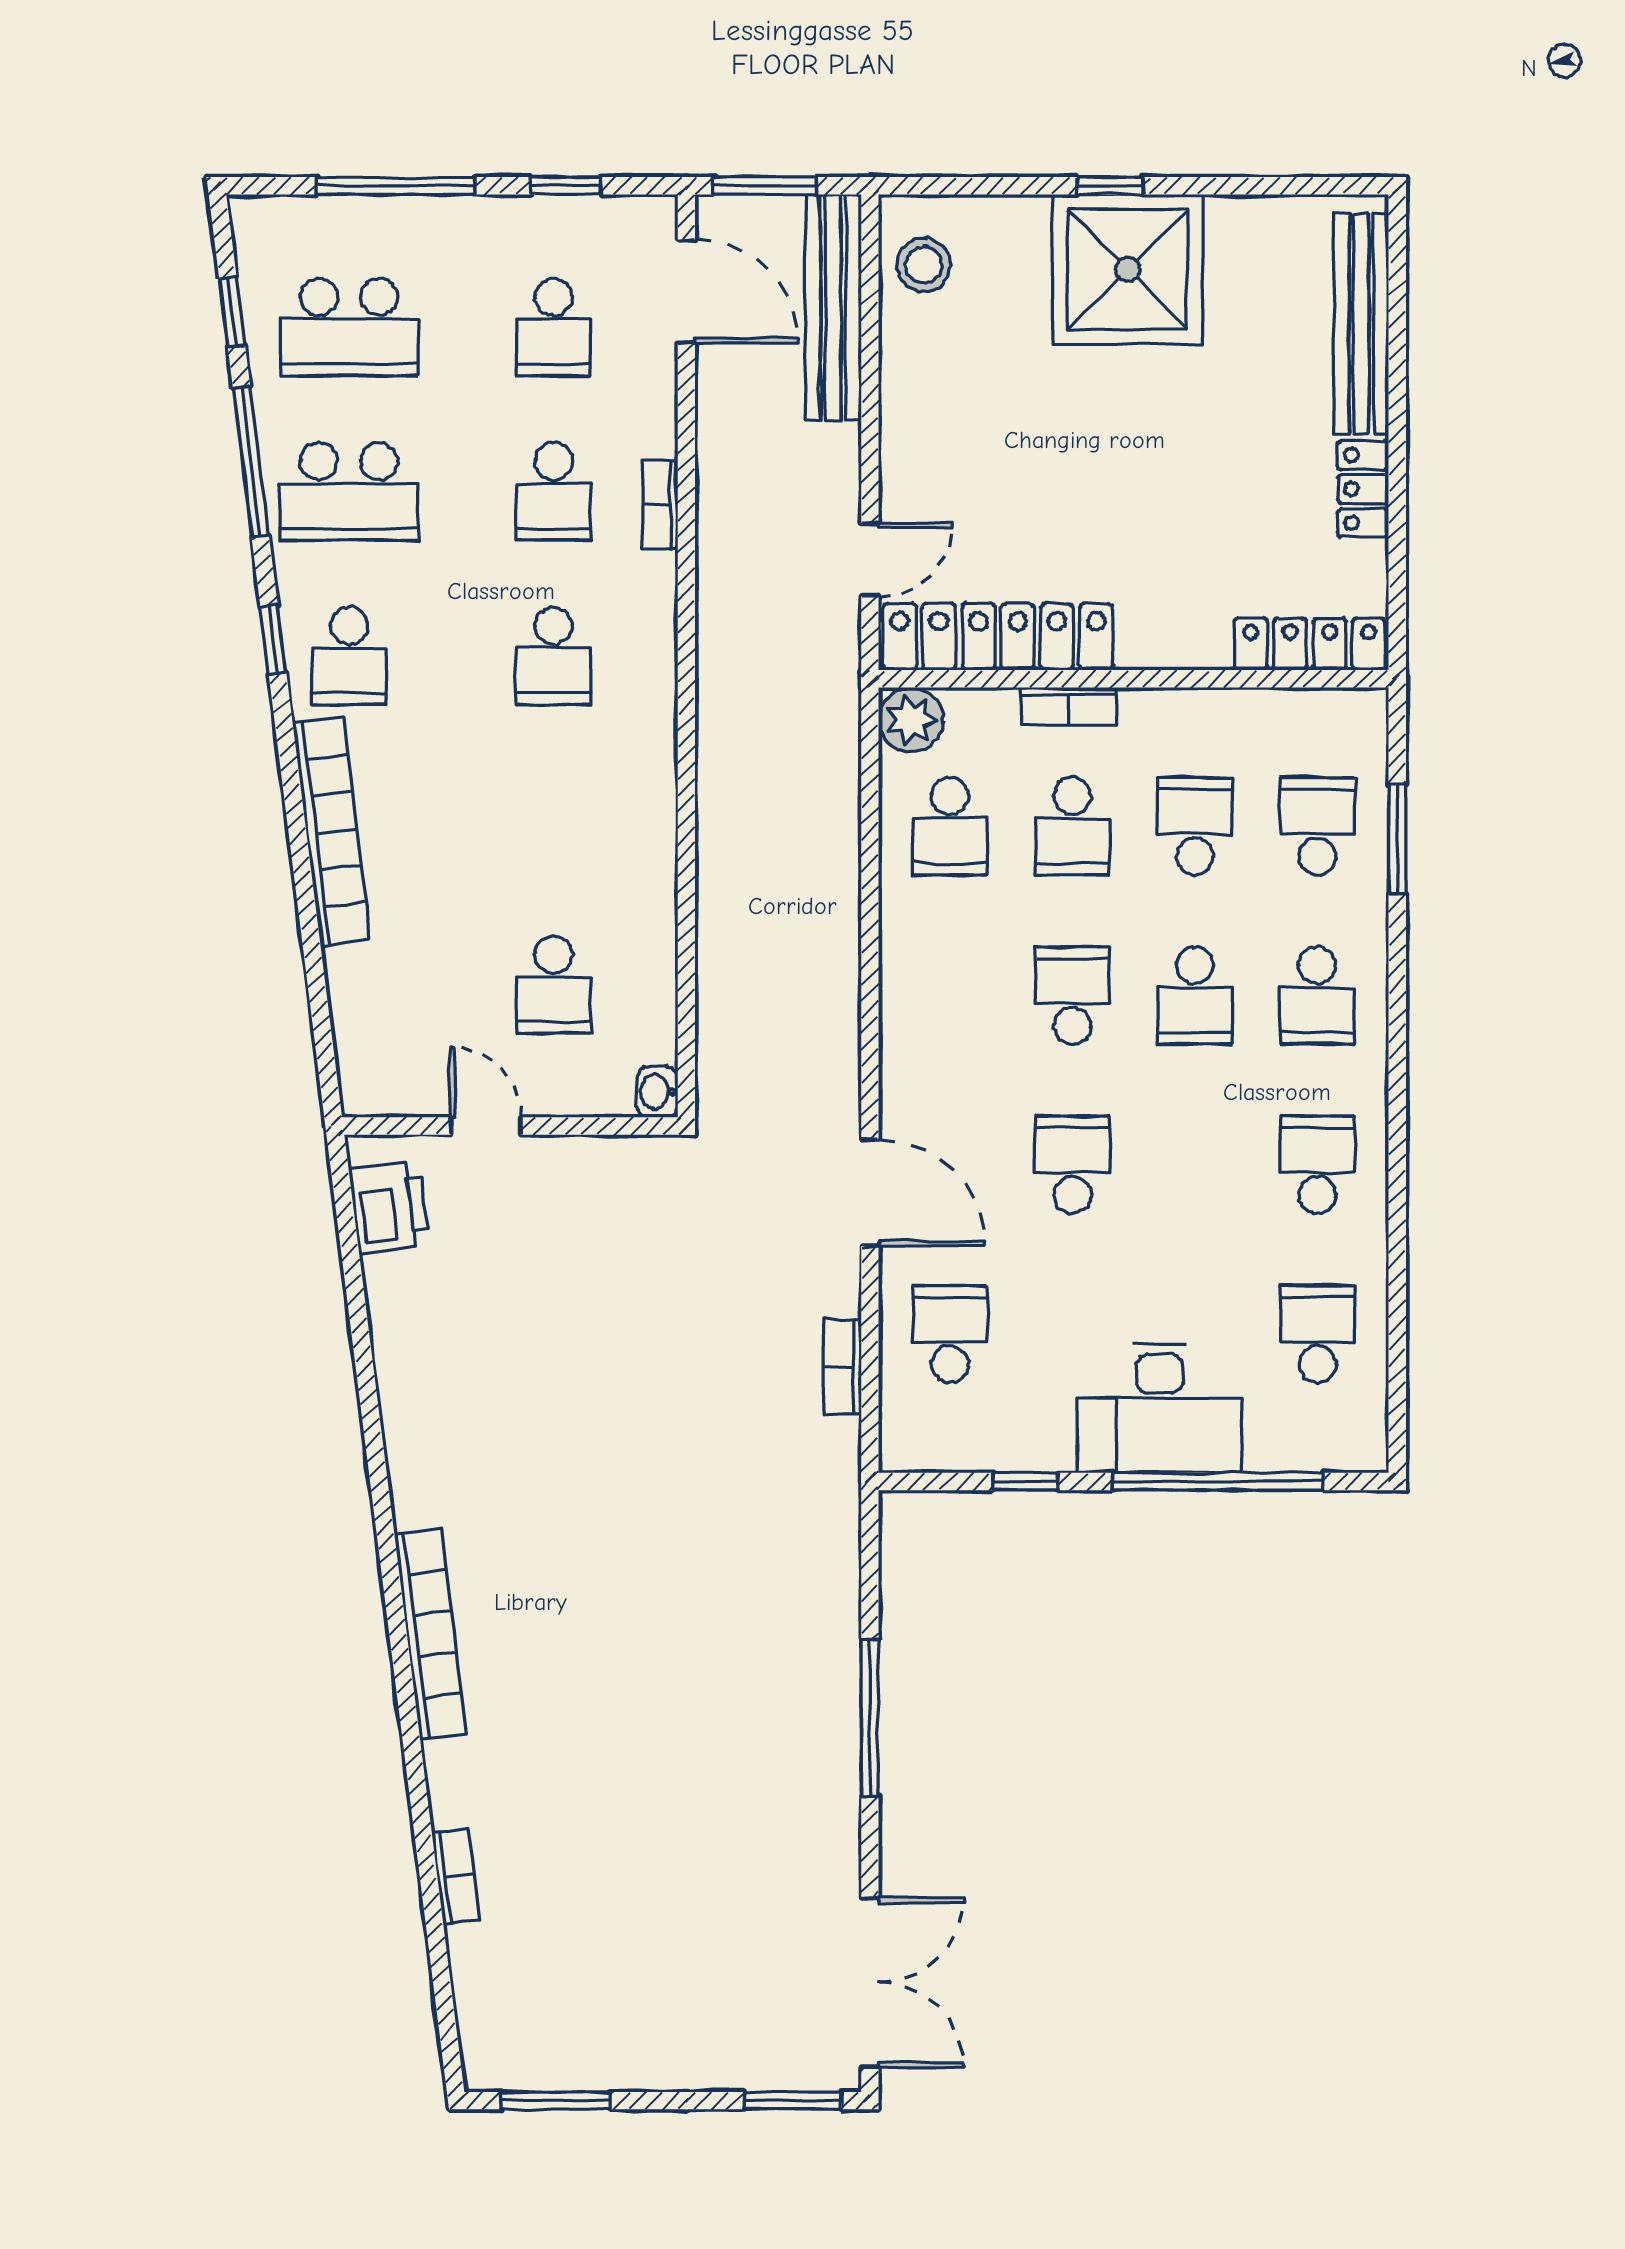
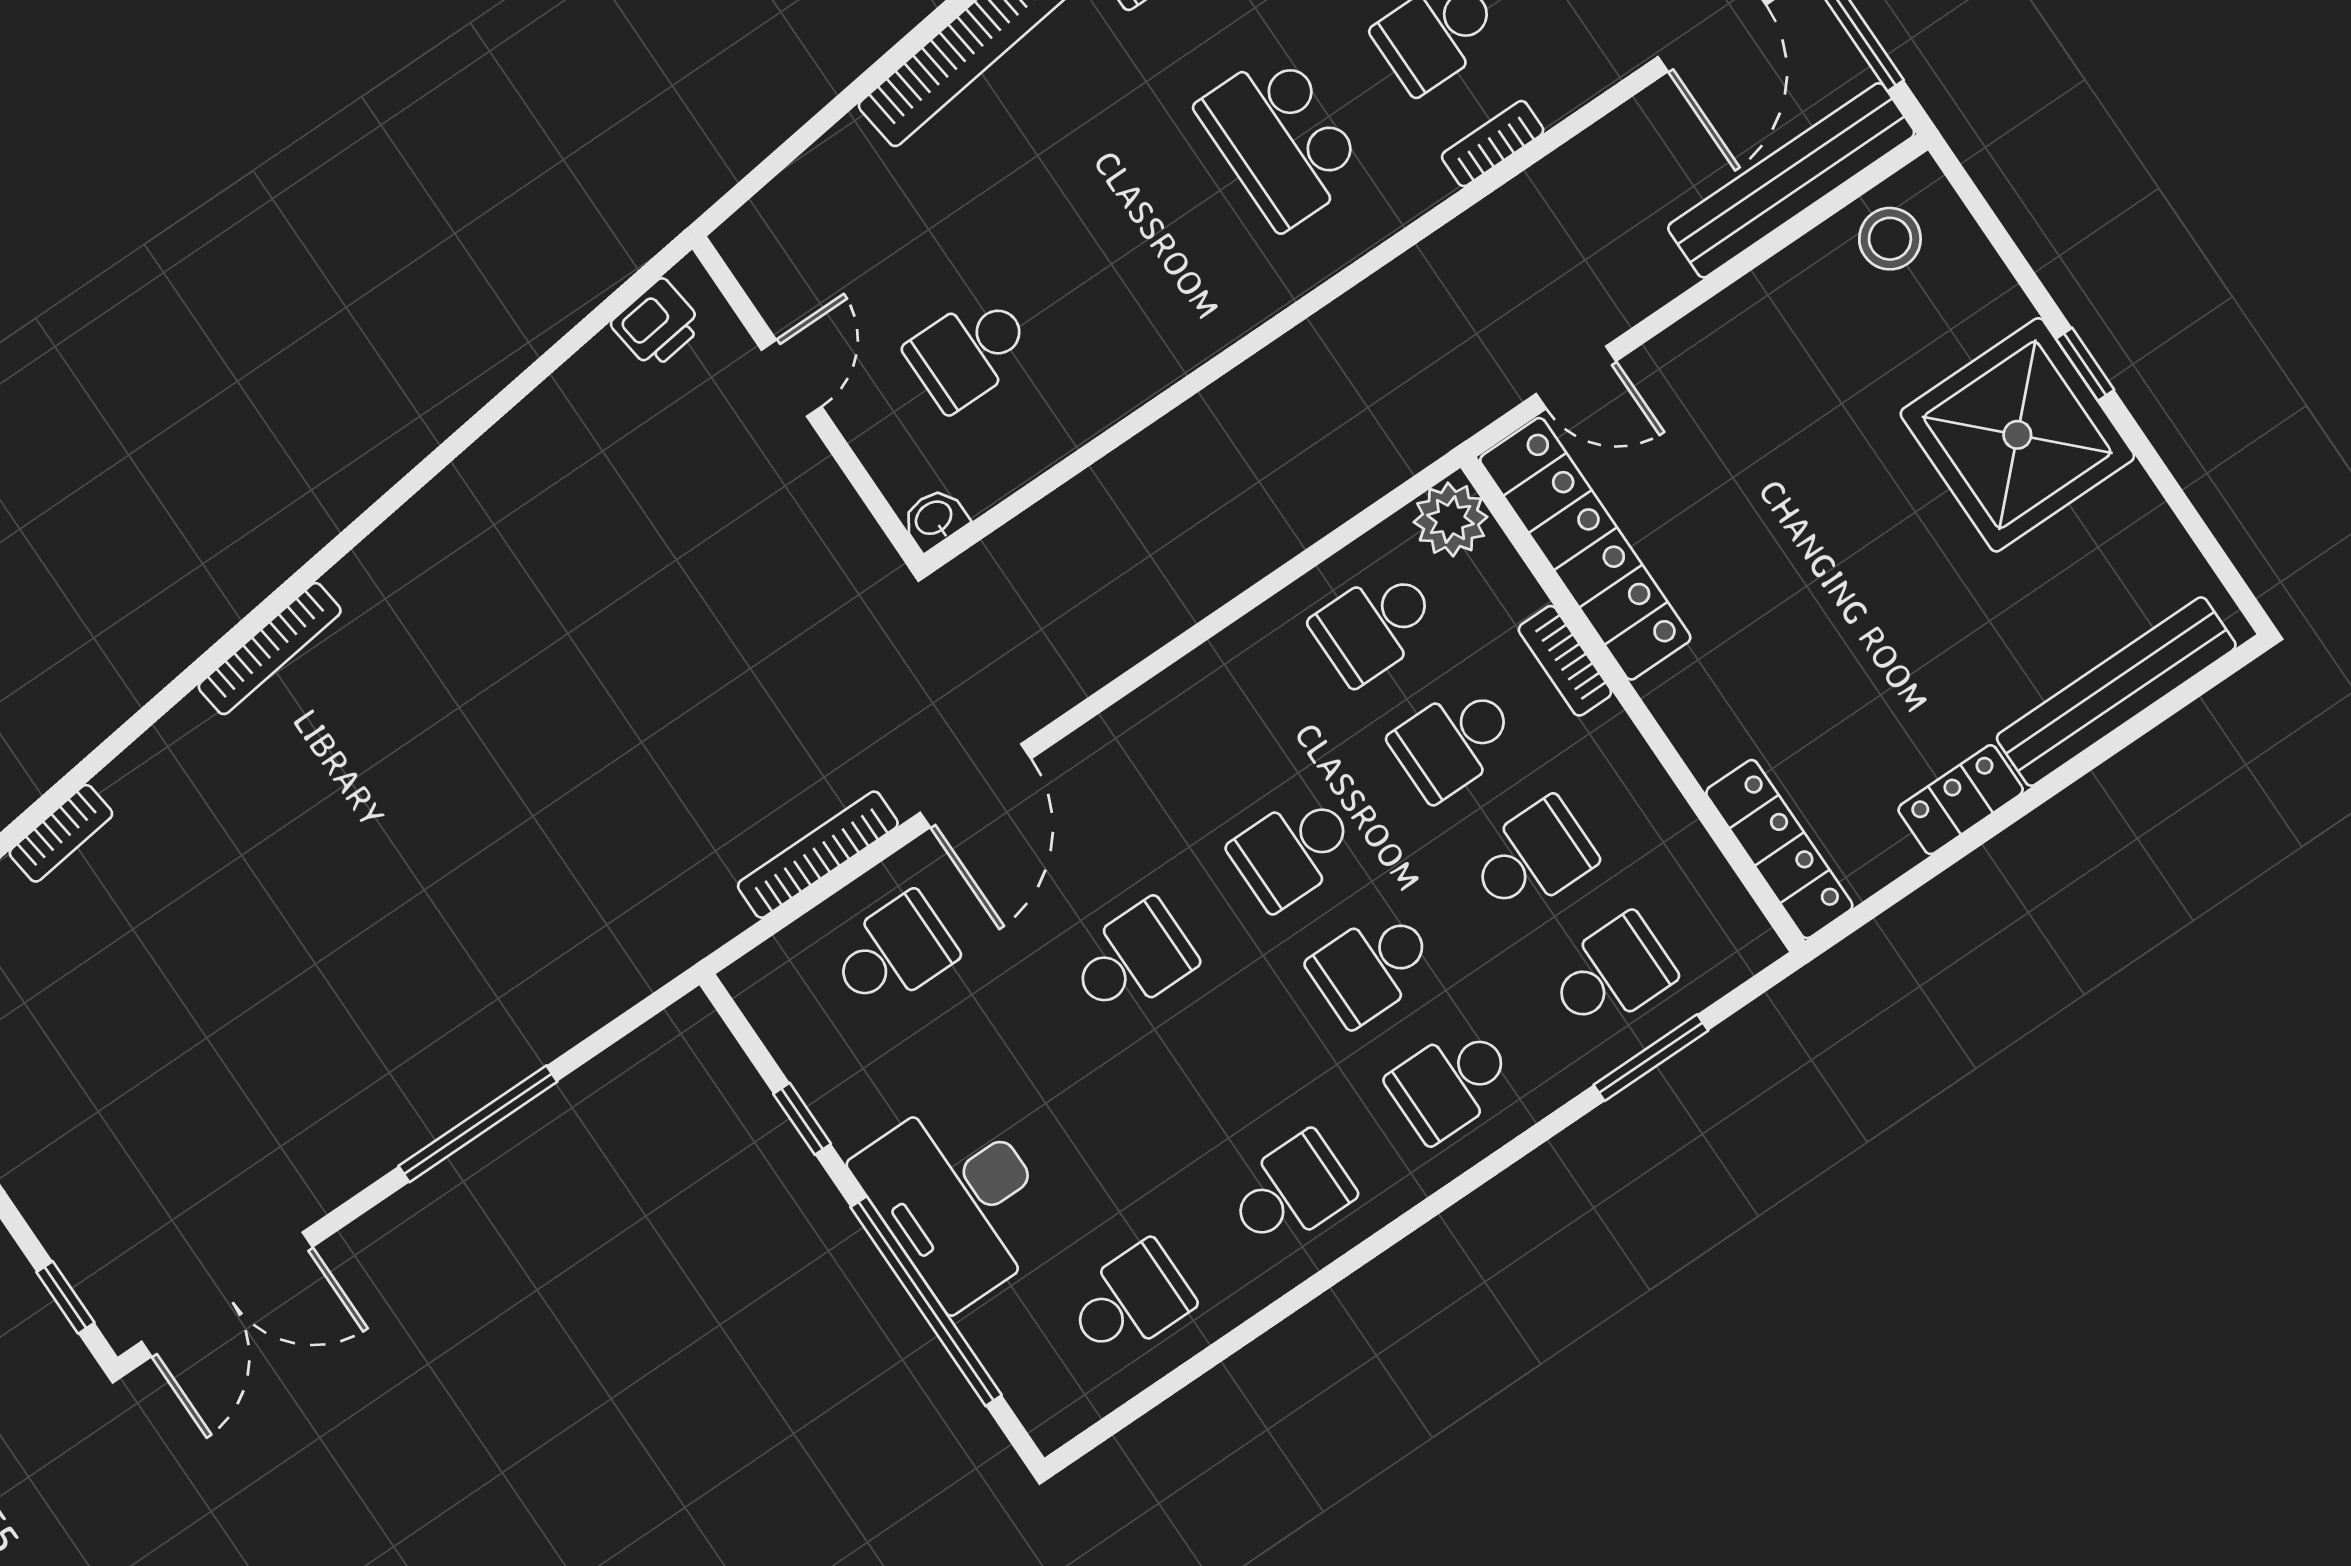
school desk: (554, 656) -> (1281, 140), width x1.85
school desk: (1072, 995) -> (1293, 850), turned 180
printer: (389, 1207) -> (657, 324), width x0.73, depth x0.81
bookcase: (842, 1367) -> (818, 855), width x1.56
bookcase: (430, 1634) -> (270, 649), width x0.68, depth x0.76
window: (793, 2101) -> (65, 1297), width x0.67

